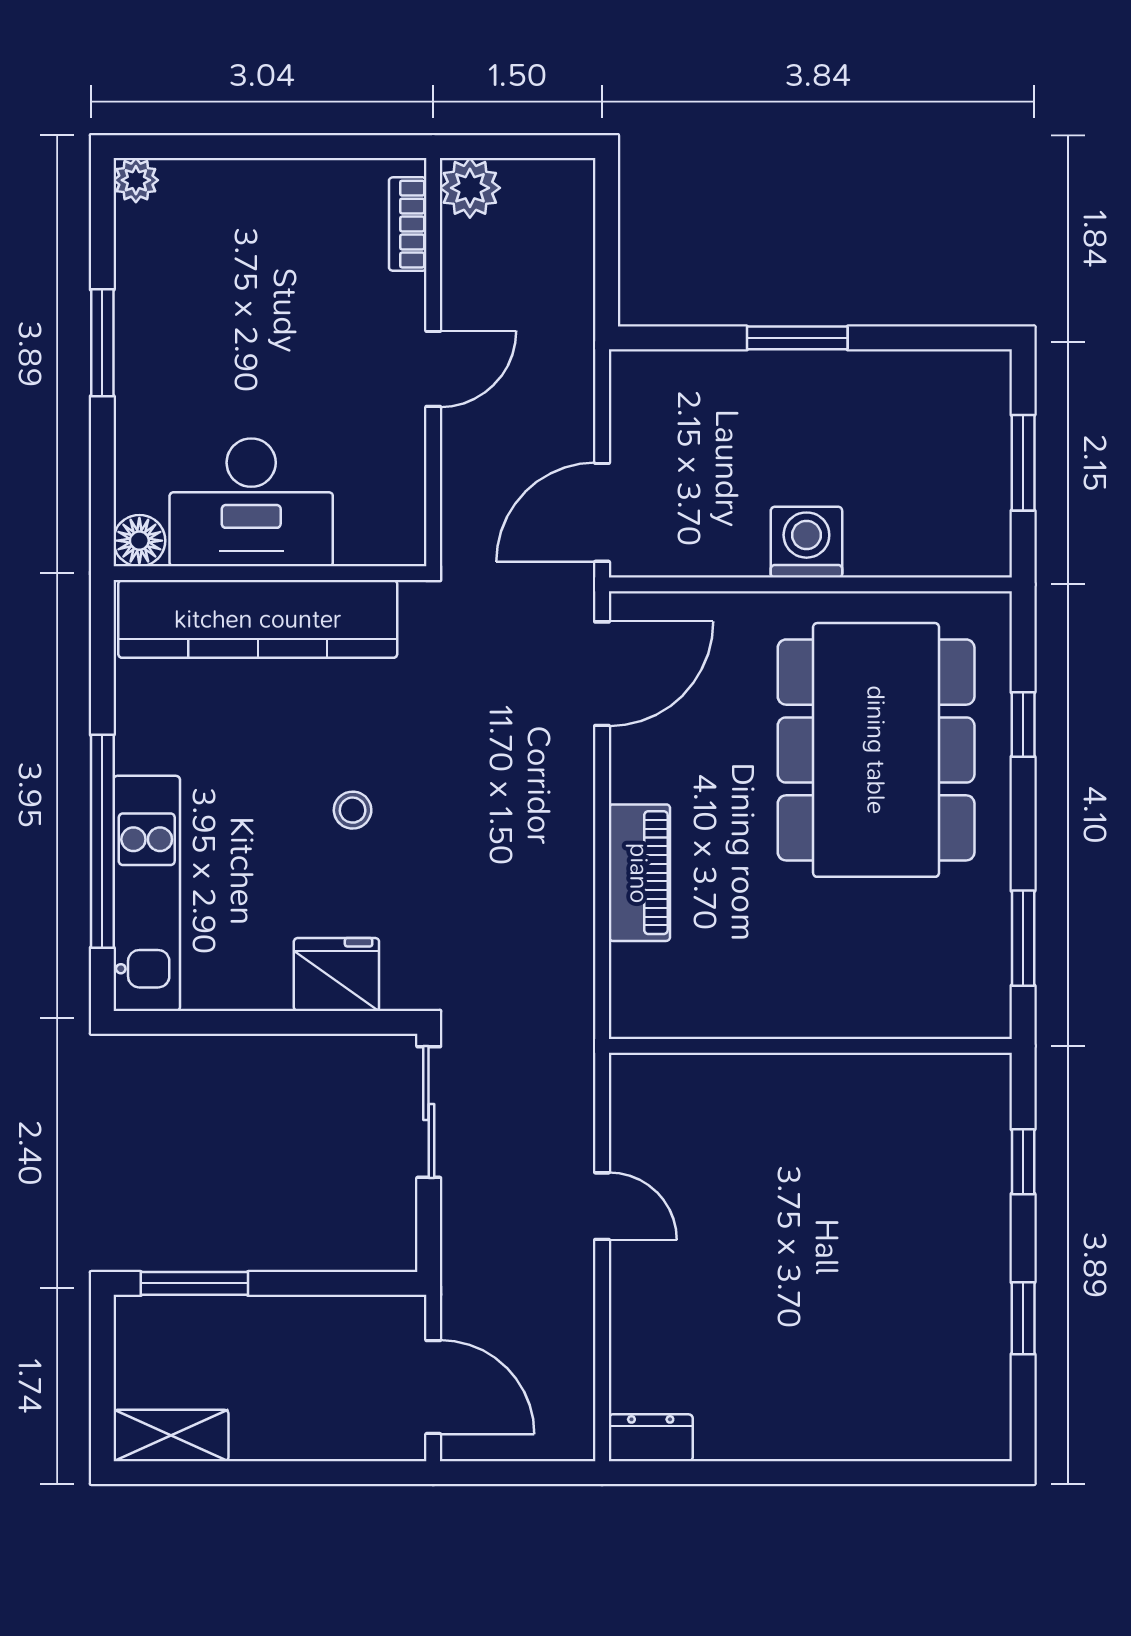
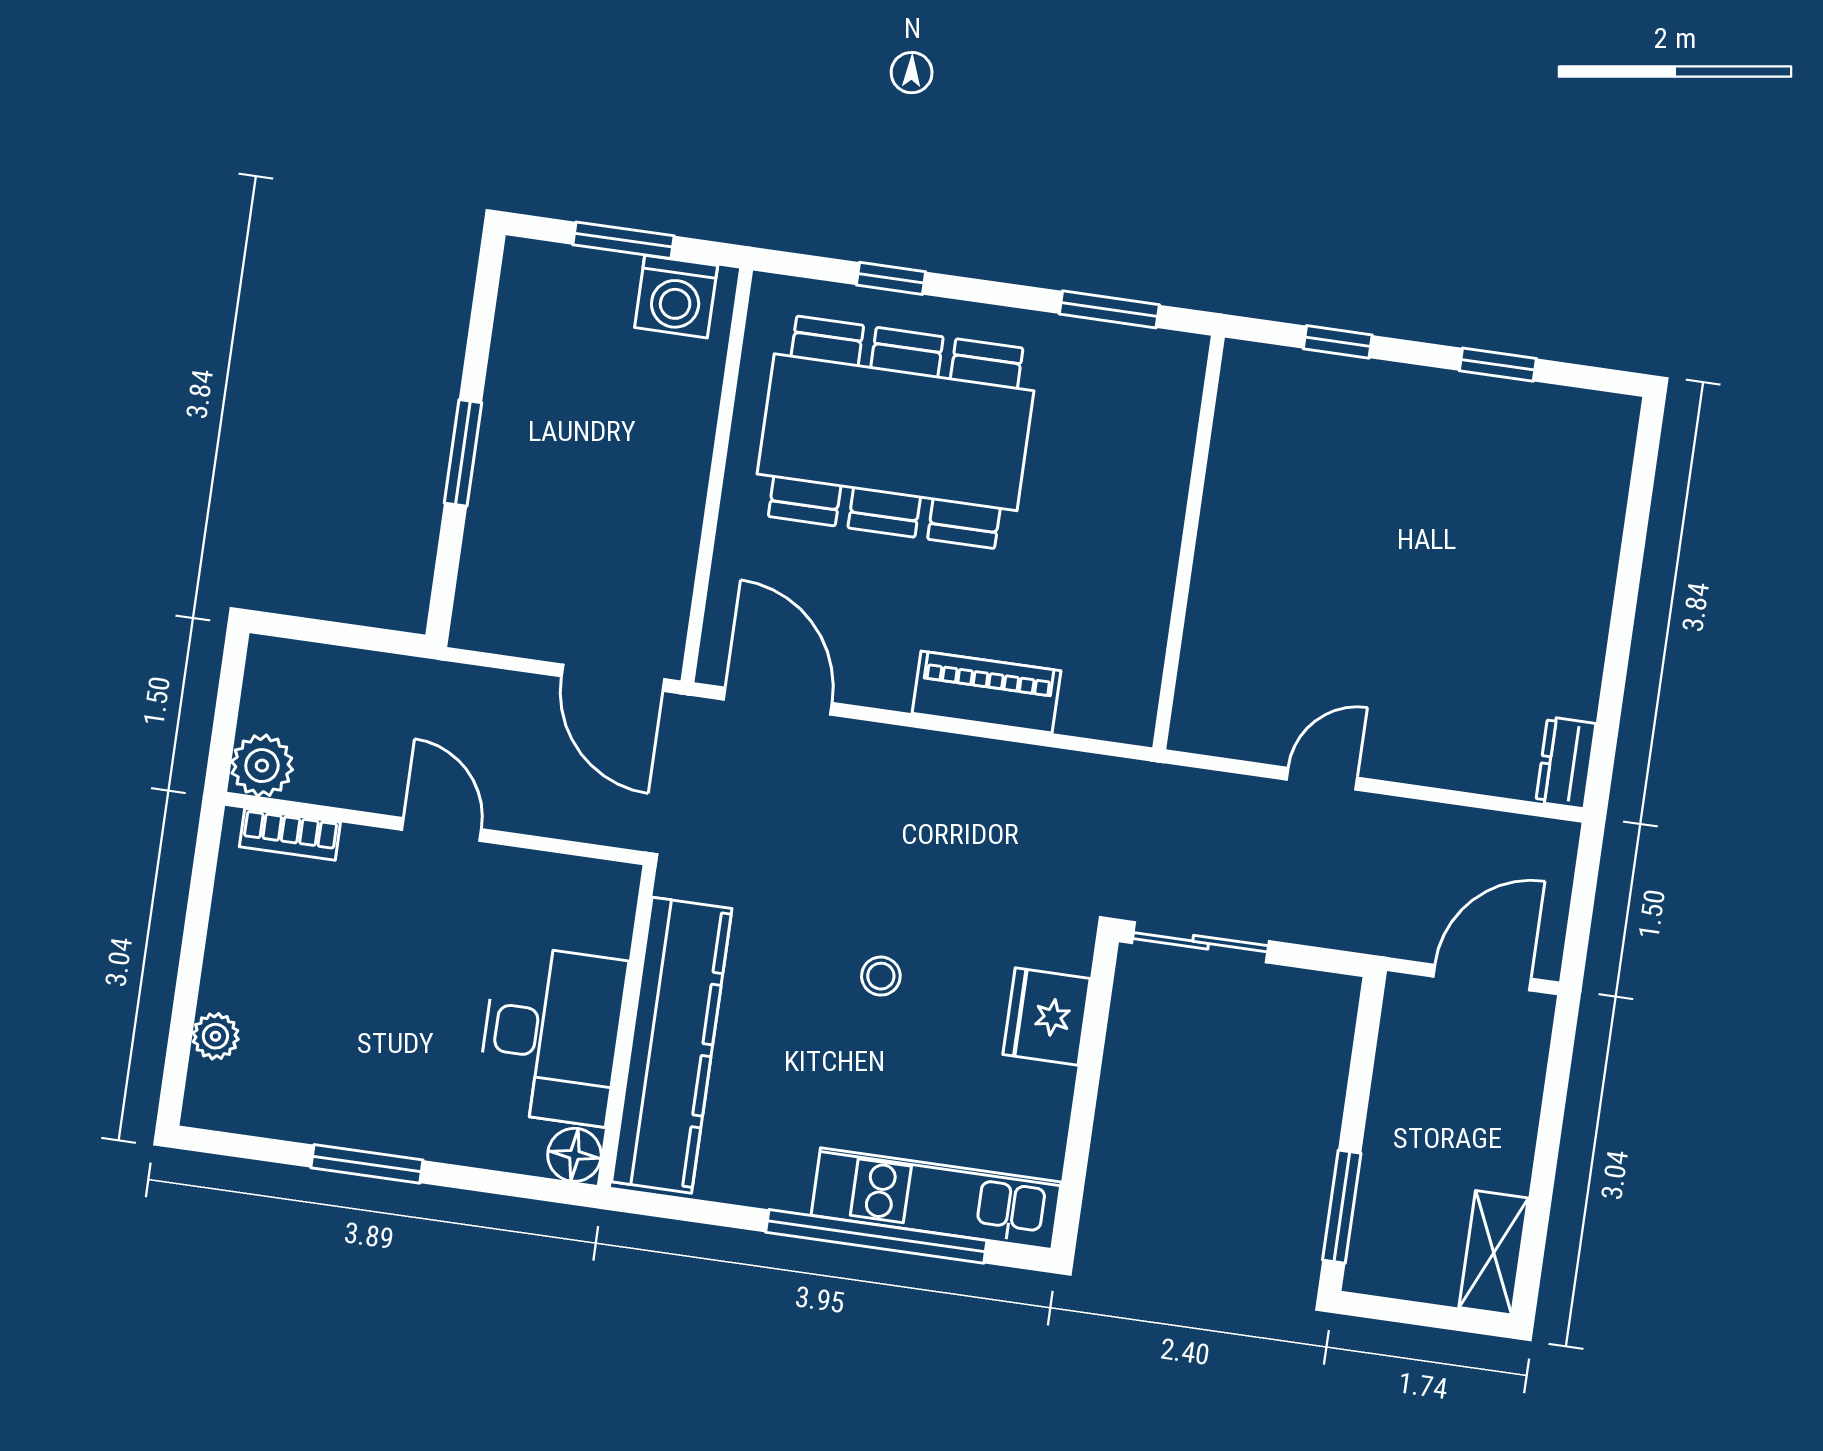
plant: (136, 180) -> (215, 1036), moved
washing machine: (806, 542) -> (676, 297), moved, turned -90

